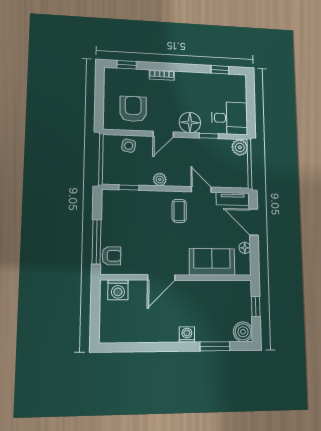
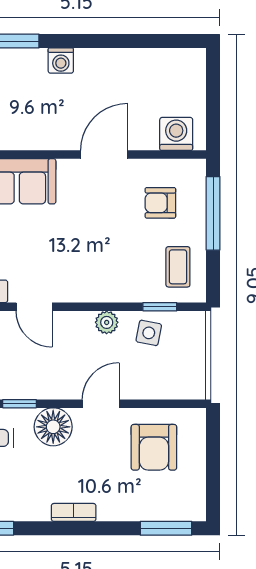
window: (127, 65) -> (166, 528), width x1.50
bookcase: (162, 75) -> (74, 512), moved
side table: (129, 146) -> (149, 333), moved
coffee table: (179, 211) -> (178, 267), moved
armchair: (111, 256) -> (160, 203), moved

